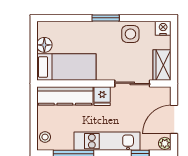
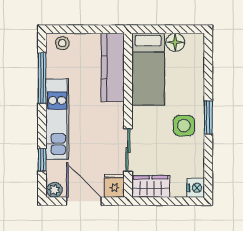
side table: (130, 34) -> (184, 126), moved
fridge: (102, 96) -> (114, 186), moved, turned 90

